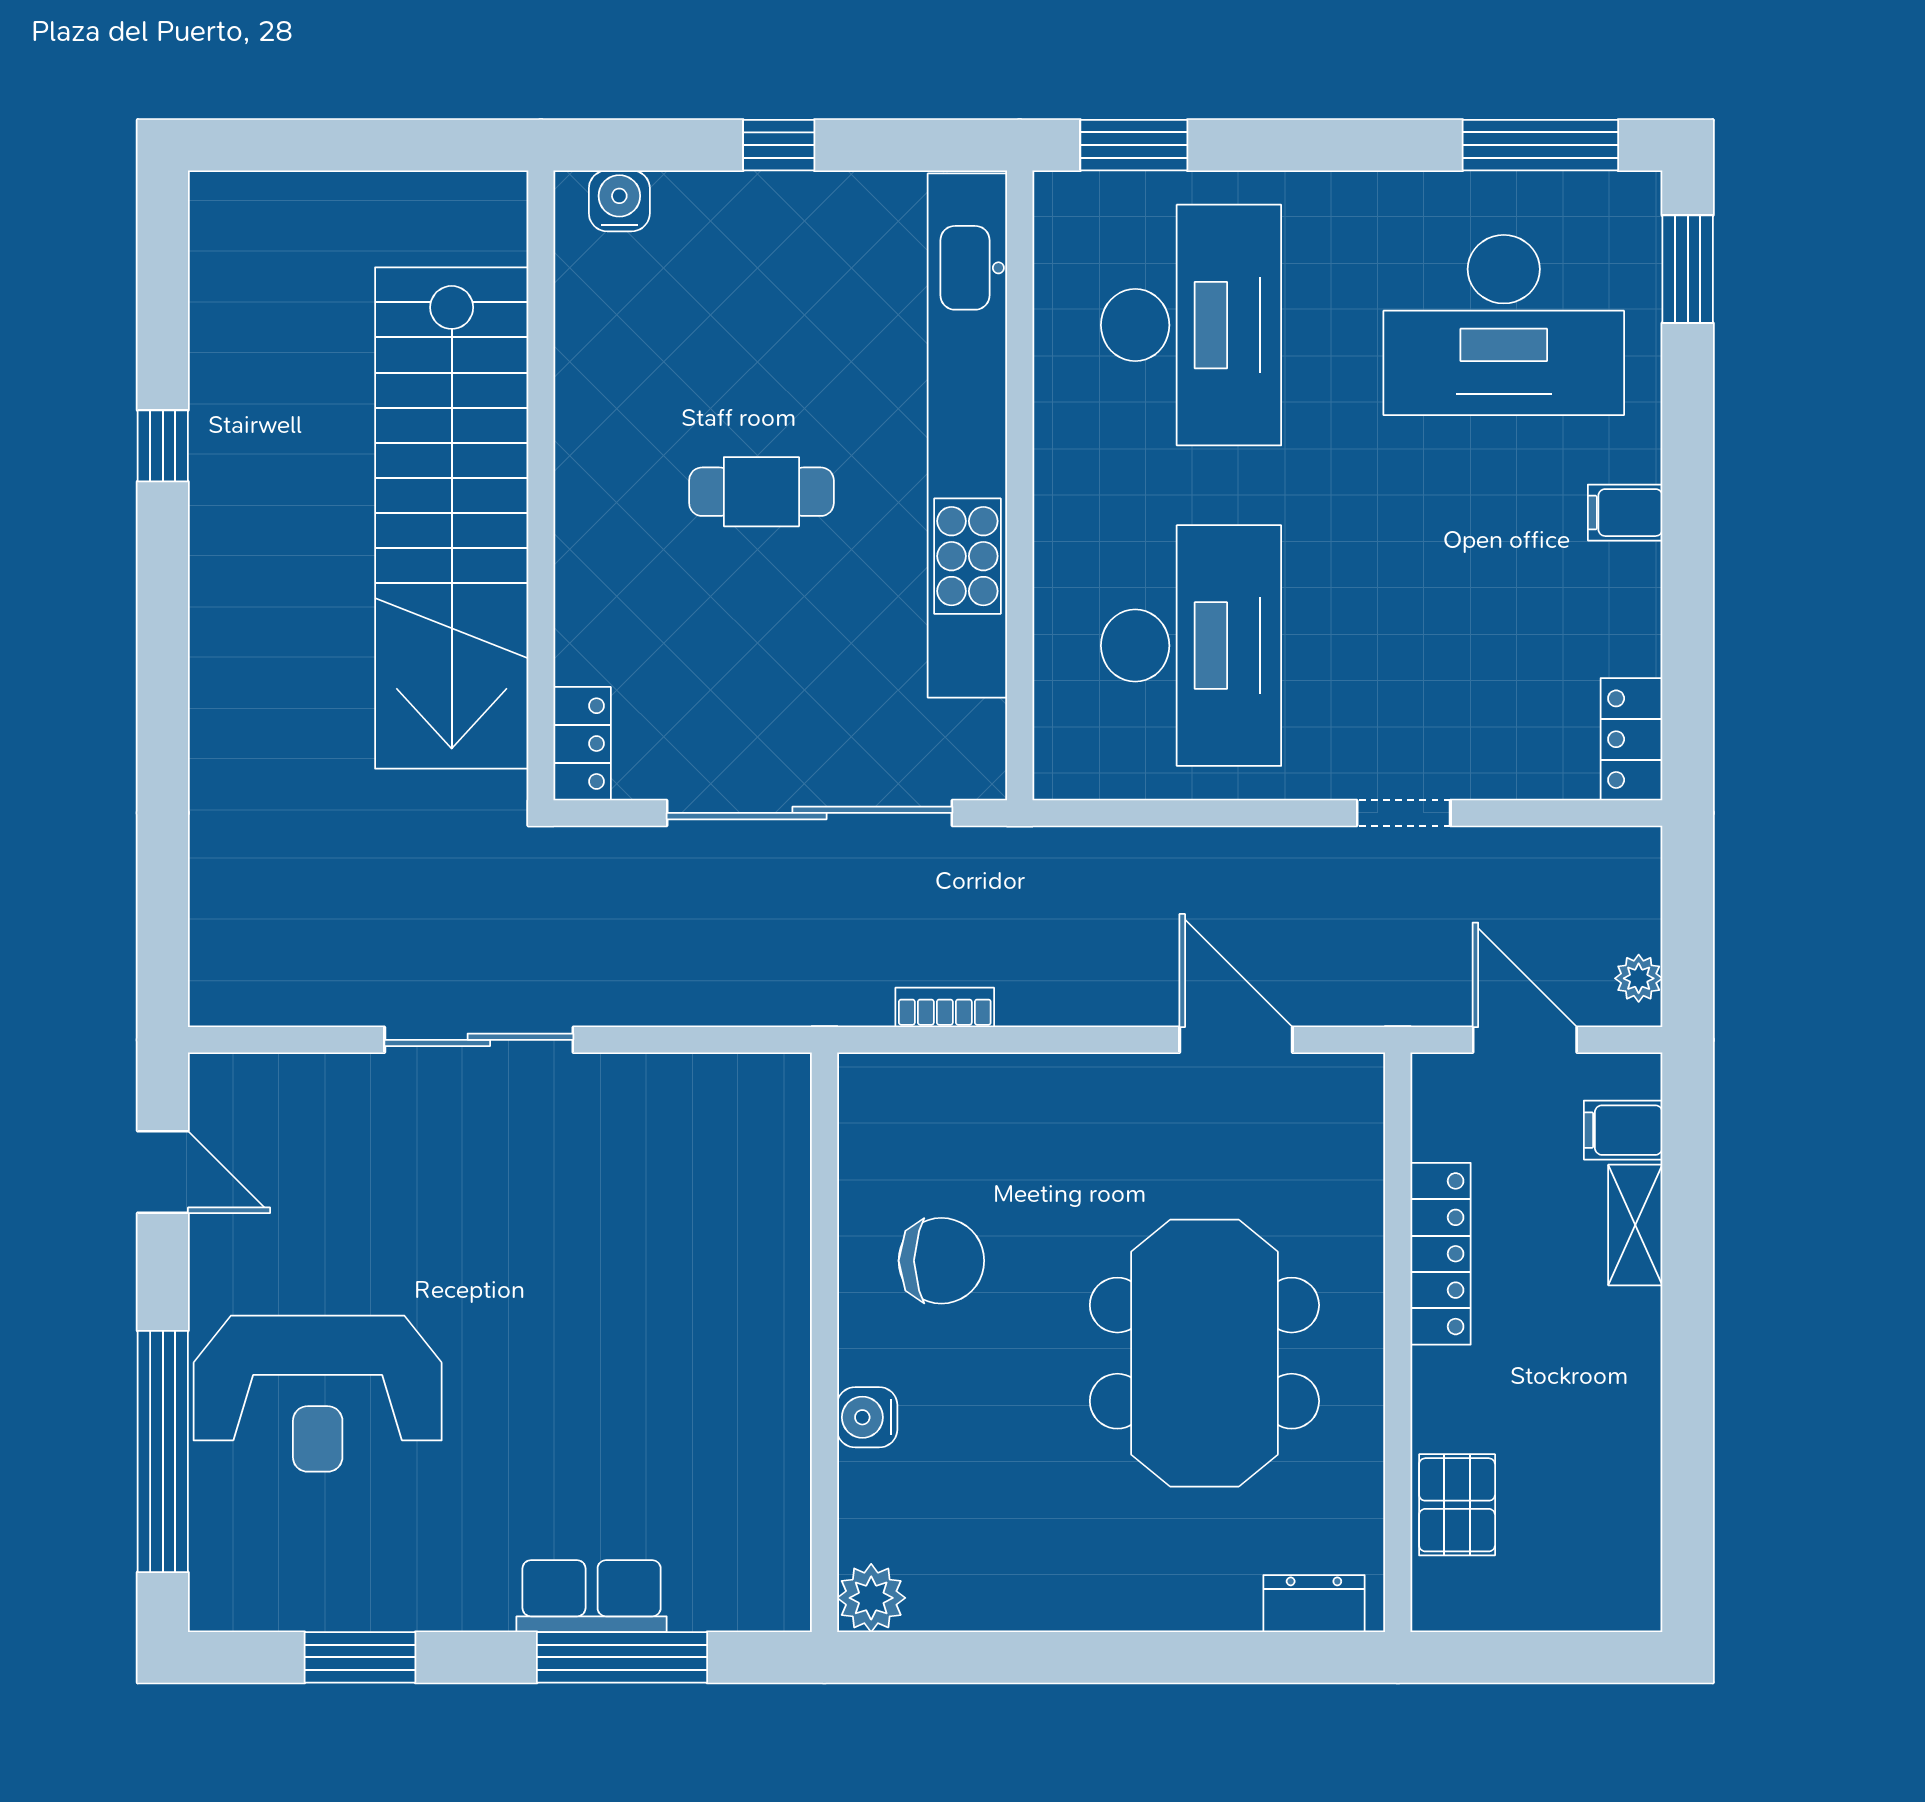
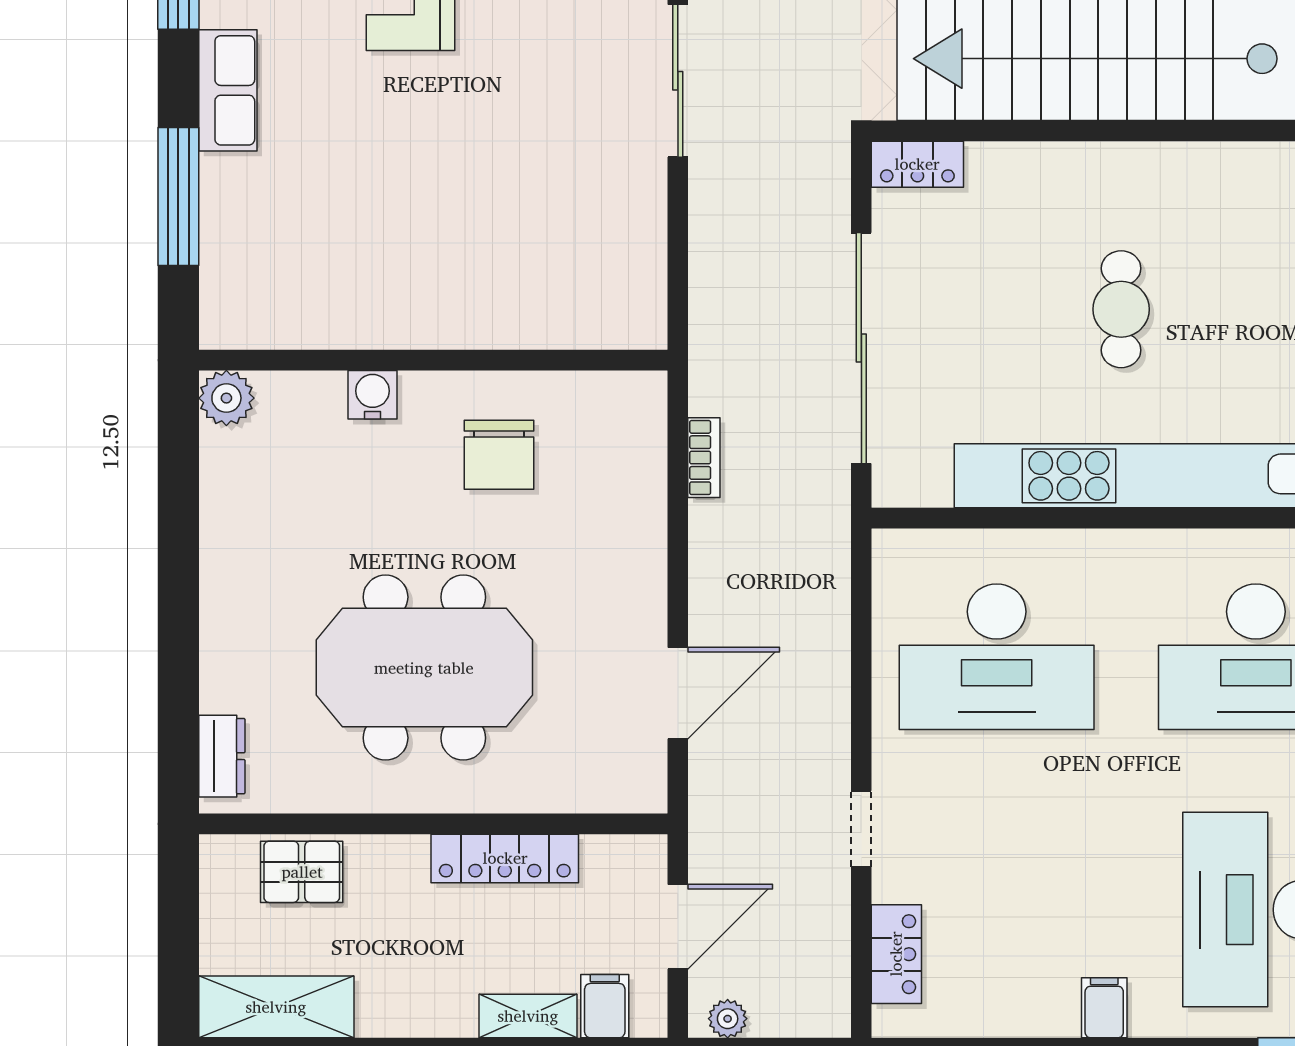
locker: (1632, 739) -> (896, 954), moved, turned 90
shelving: (1624, 1536) -> (276, 1007), added
row of seats: (592, 1596) -> (228, 90), moved

